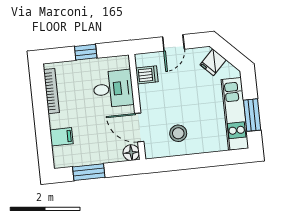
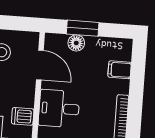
floor lamp: (131, 153) -> (76, 43), moved
window: (89, 172) -> (83, 28), moved

